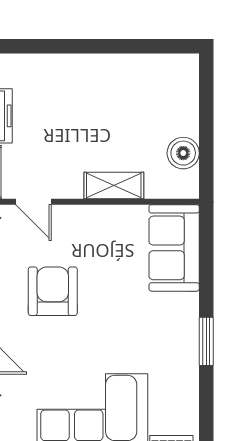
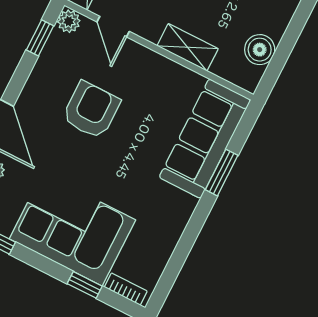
sofa: (174, 248) -> (205, 139), width x1.36
window: (206, 341) -> (222, 173), moved

